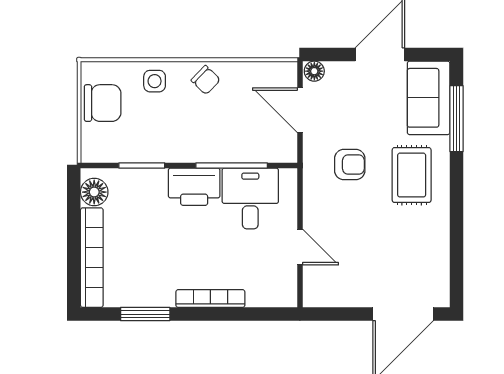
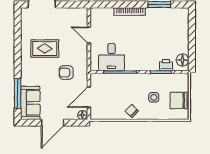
side table: (155, 81) -> (154, 97), moved
door: (300, 110) -> (89, 97), swing flipped
rug: (412, 175) -> (45, 49), moved, turned 90
printer: (194, 187) -> (166, 65), moved, width x0.53, depth x0.68
bookcase: (92, 258) -> (184, 30), removed

